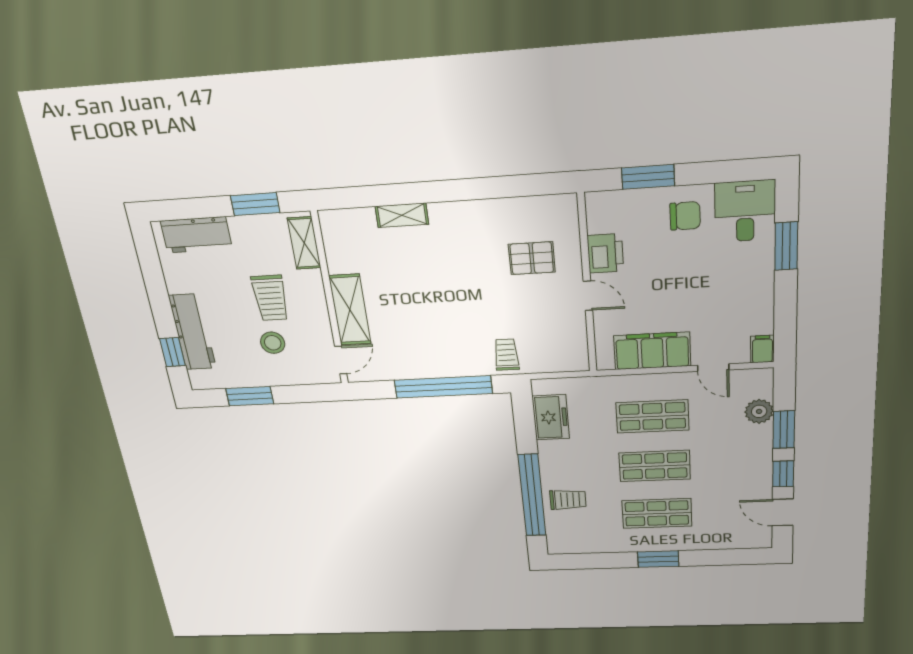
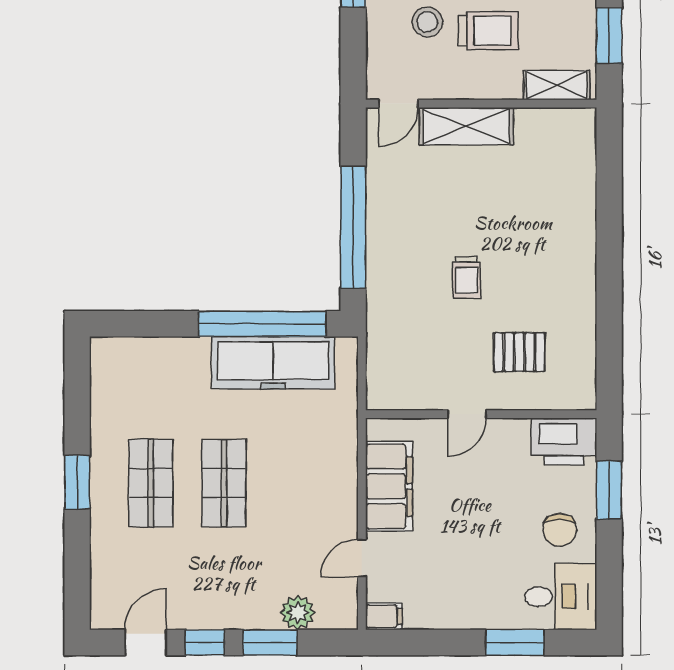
shelving: (402, 215) -> (583, 206), removed
printer: (605, 253) -> (564, 441), moved, width x1.37, depth x1.19
pallet: (532, 258) -> (519, 352), turned 90
trolley: (270, 298) -> (488, 31), turned 180
trolley: (506, 355) -> (466, 277), moved, turned 90
door: (341, 360) -> (398, 104), hinge flipped
shop shelf: (652, 416) -> (297, 483), removed
freezer: (551, 417) -> (273, 363), width x1.91, depth x1.26
window: (532, 495) -> (262, 324), moved
trolley: (568, 500) -> (177, 370), removed

